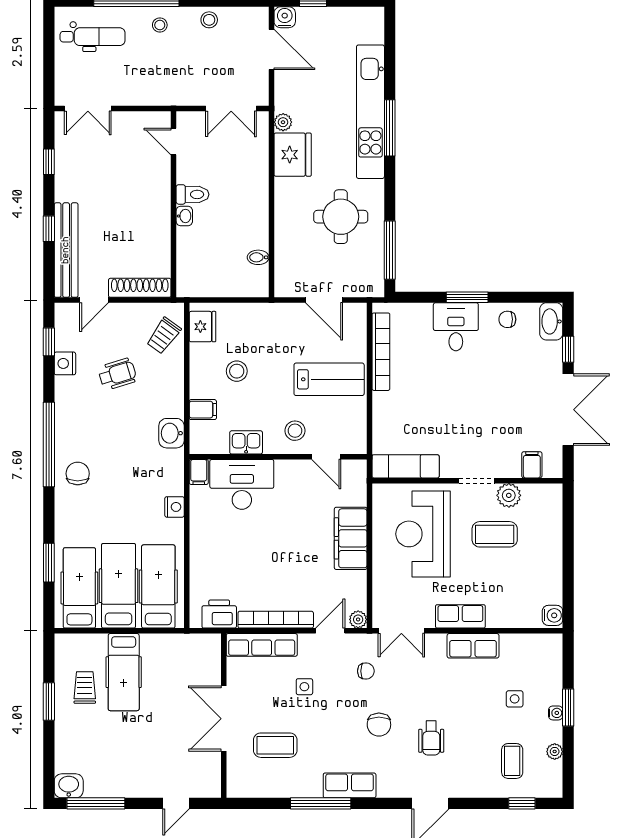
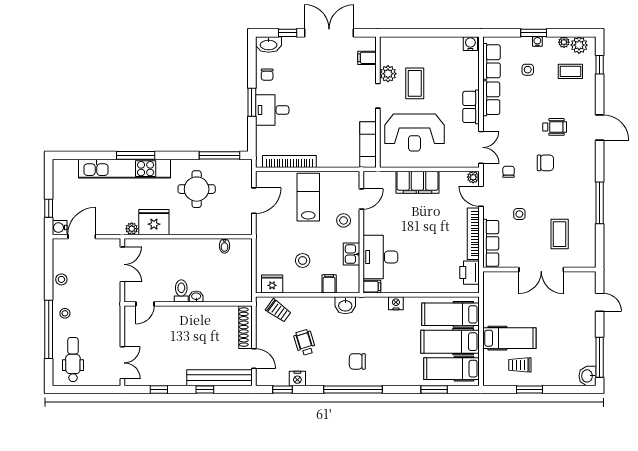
chair: (78, 474) -> (357, 361), moved
plant: (550, 774) -> (579, 45), added
row of seats: (350, 785) -> (491, 61), moved, turned 180

